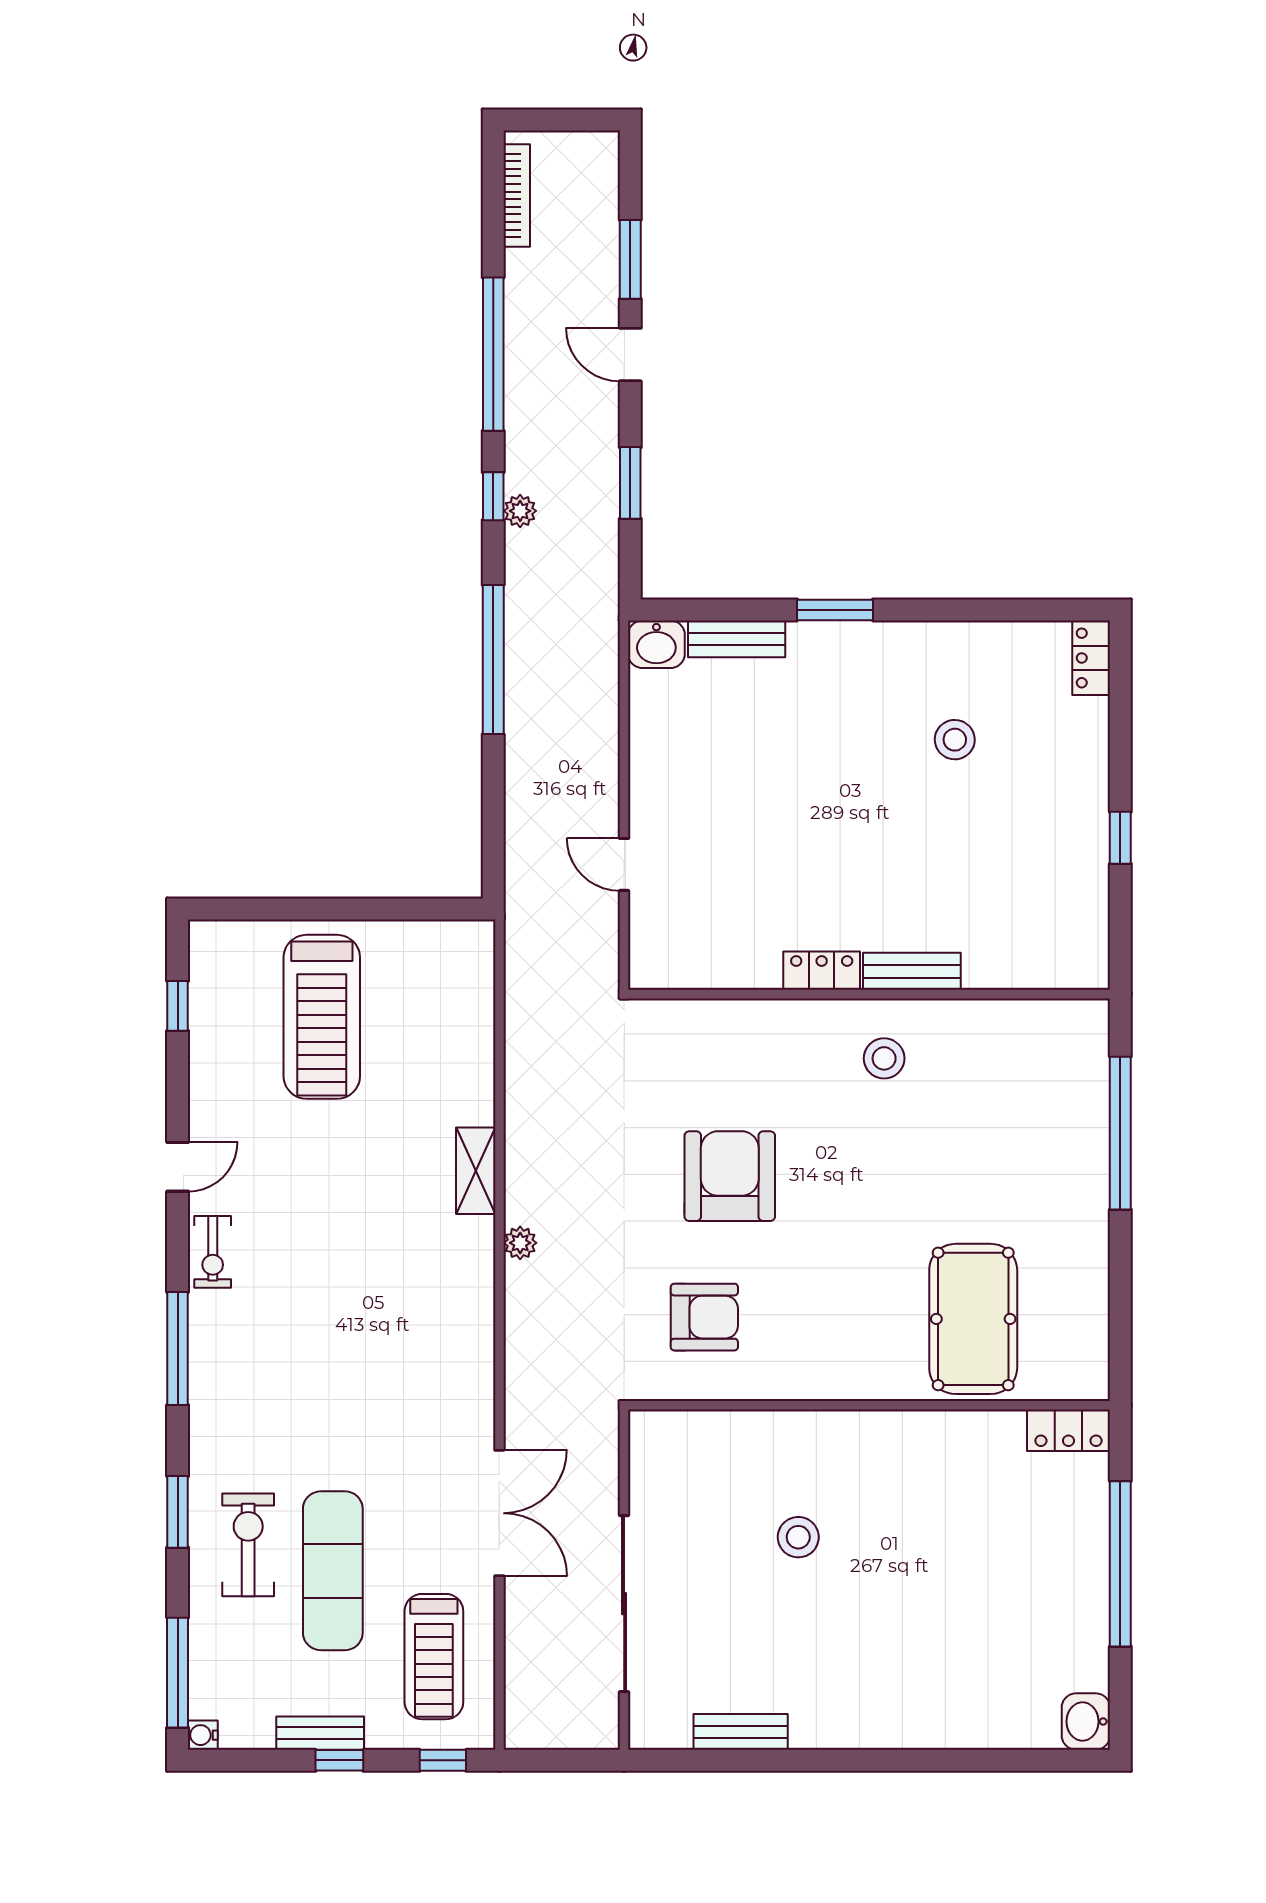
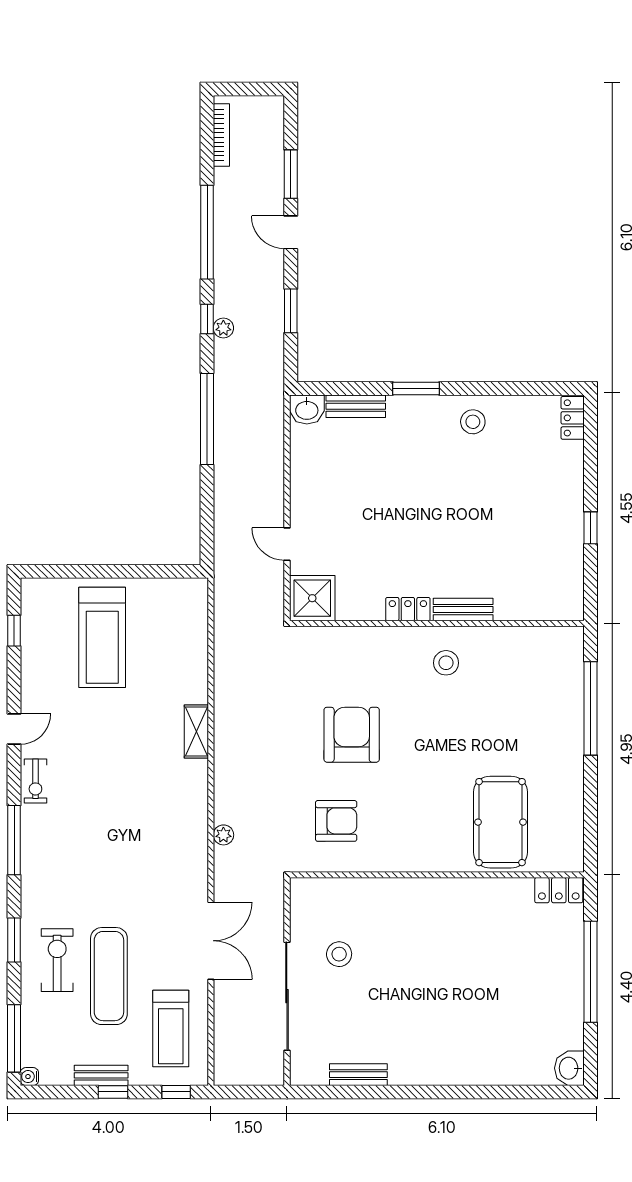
stool: (955, 740) -> (473, 422), moved
shower: (665, 953) -> (312, 598), added
plant: (520, 1243) -> (223, 835), moved
stool: (798, 1537) -> (339, 954), moved

